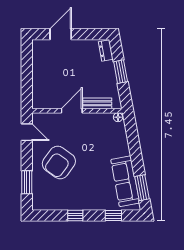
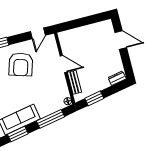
window: (121, 72) -> (94, 98), moved
window: (134, 144) -> (50, 119), added
armchair: (59, 162) -> (21, 64), turned -109

